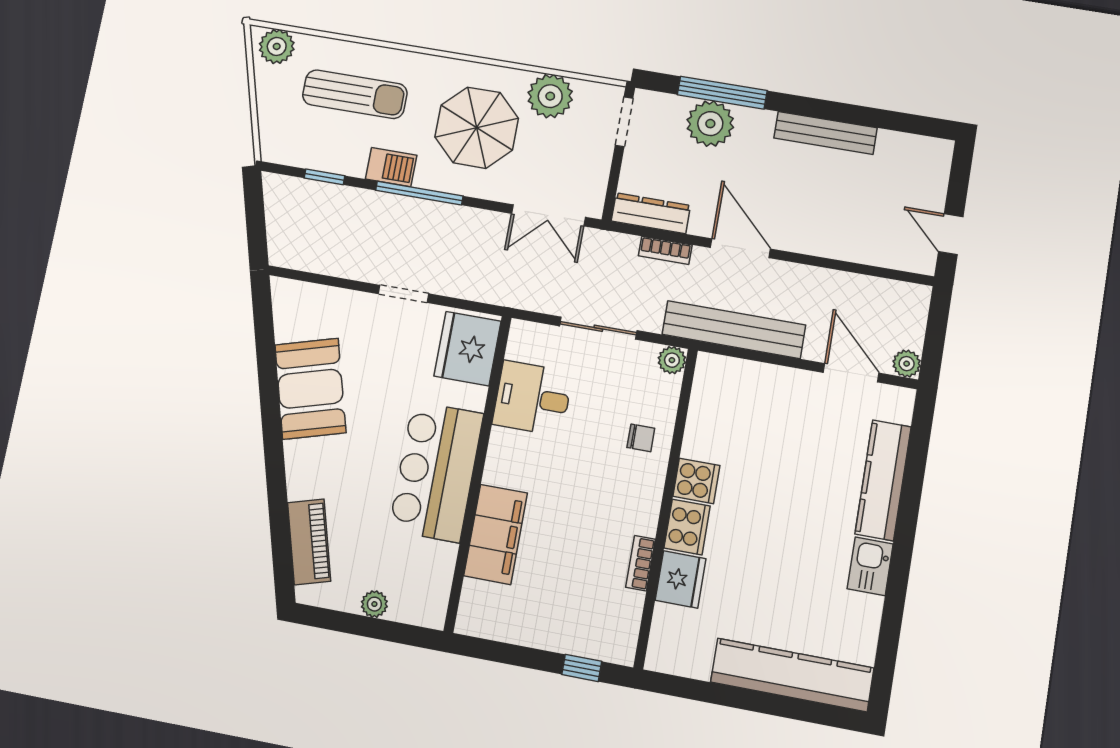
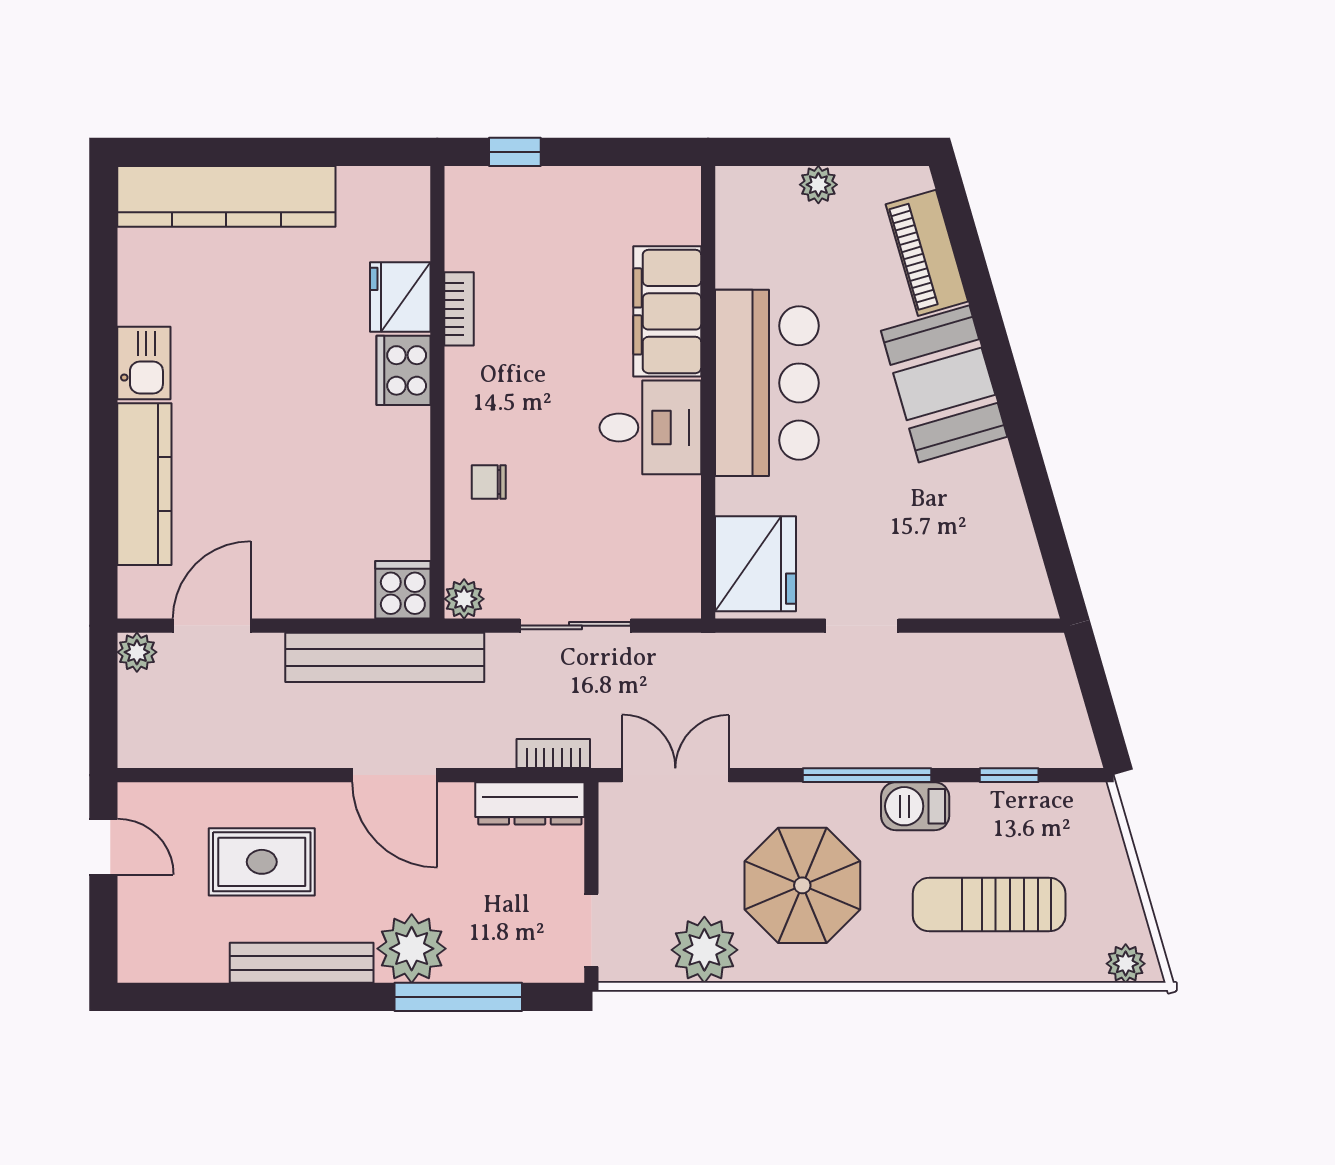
plant: (277, 46) -> (1126, 964), width x0.73, depth x0.73
plant: (710, 124) -> (412, 949), moved
rug: (842, 205) -> (262, 862), added
bookcase: (665, 250) -> (553, 753), moved
door: (851, 373) -> (212, 626), swing flipped
booth: (310, 389) -> (944, 384), moved
desk: (533, 398) -> (650, 427), moved
cooker: (696, 481) -> (403, 590), moved, turned 90

